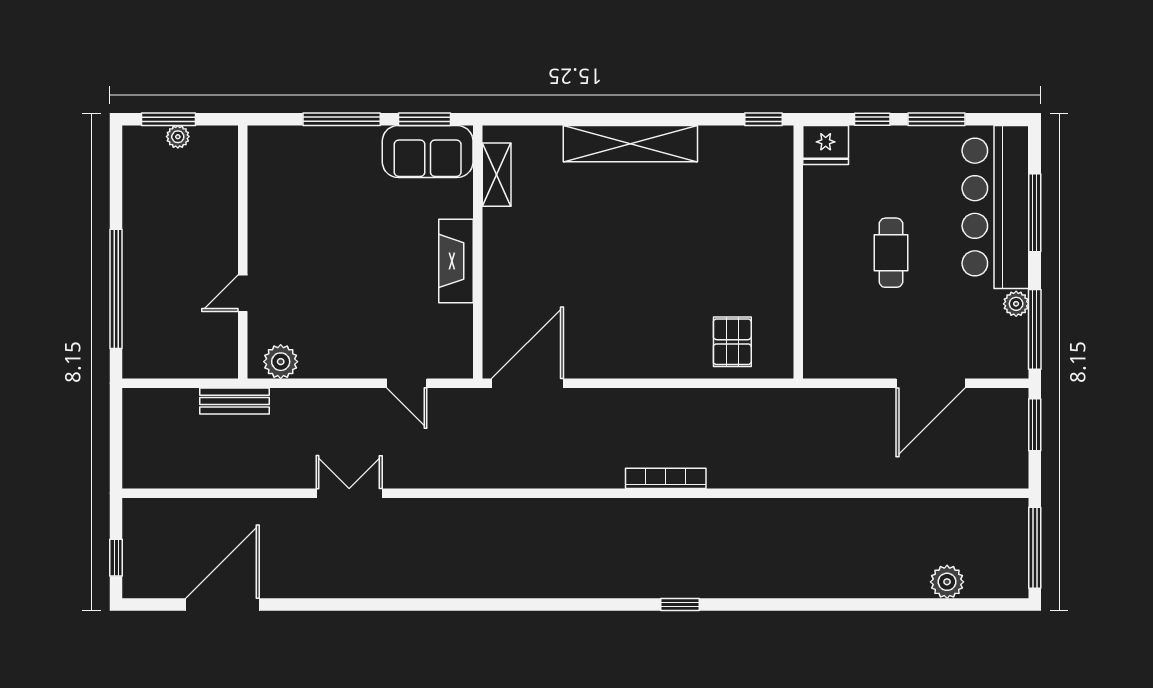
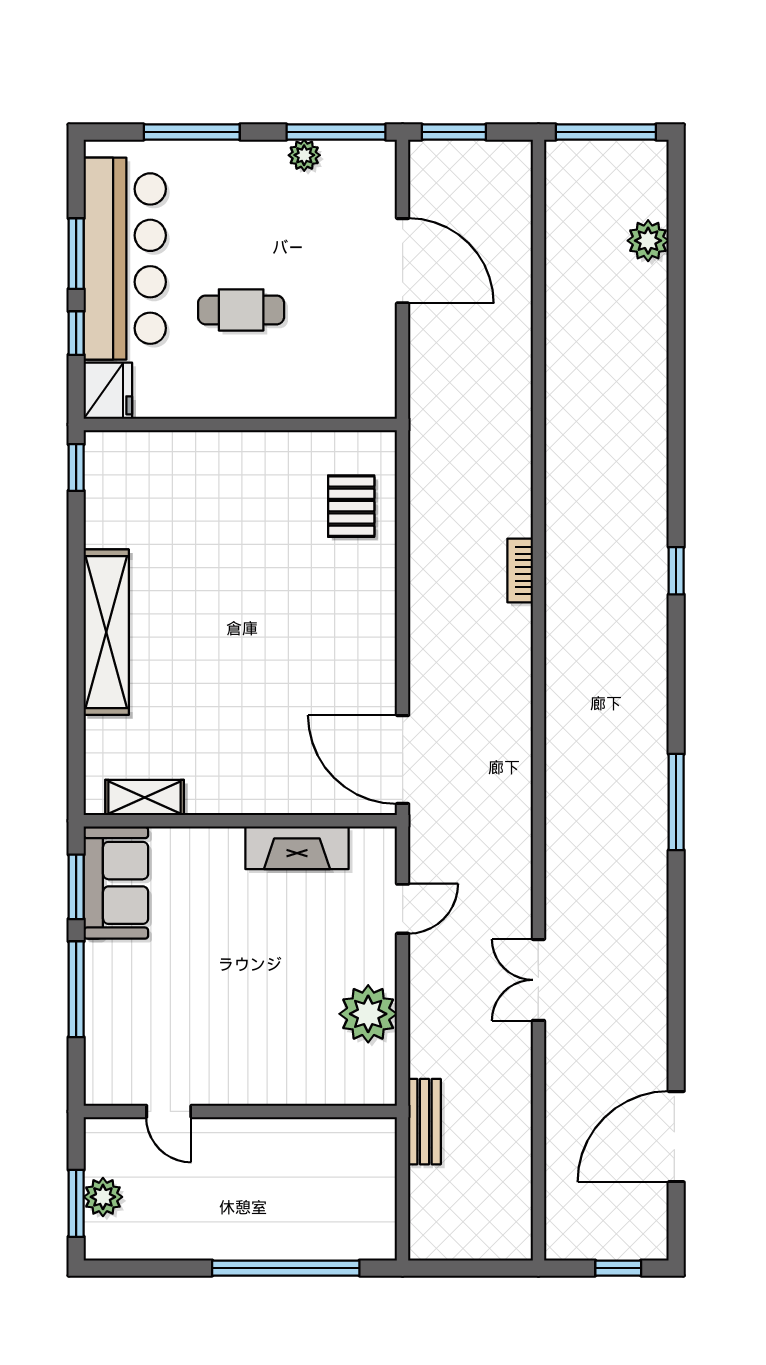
plant: (178, 137) -> (103, 1197), width x1.38, depth x1.38
bar counter: (995, 207) -> (125, 259), moved, turned -90
fireplace: (456, 261) -> (297, 848), moved
door: (243, 293) -> (169, 1111), moved
pallet: (732, 342) -> (351, 506), turned 90
plant: (281, 362) -> (368, 1014), moved, width x1.36, depth x1.36
bookcase: (666, 478) -> (520, 571), width x0.64
door: (222, 605) -> (676, 1137), hinge flipped
window: (493, 605) -> (676, 802), added

